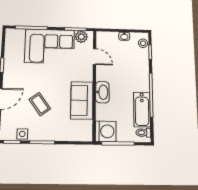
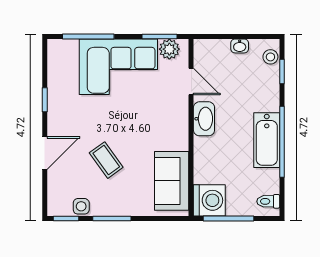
washbasin: (102, 92) -> (204, 119), moved
sofa: (82, 100) -> (172, 181), moved
bathtub: (142, 110) -> (267, 140), moved

